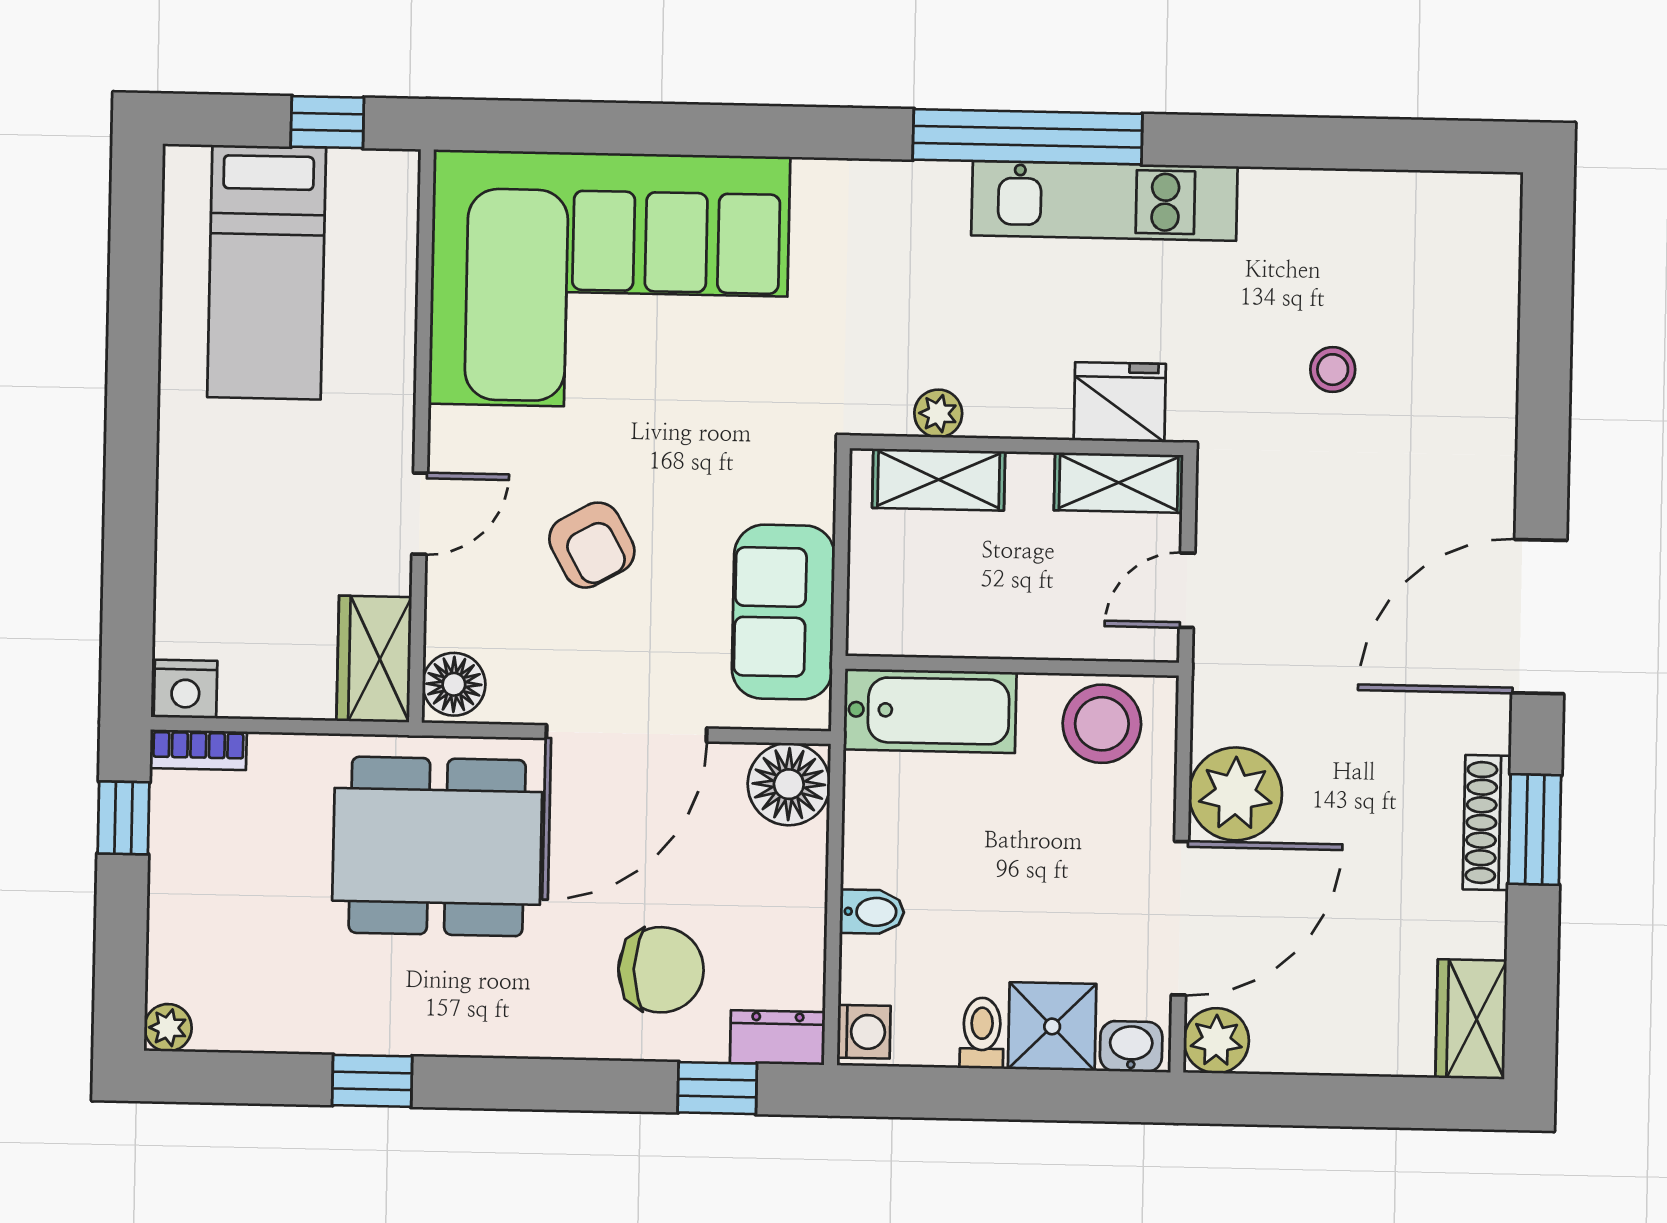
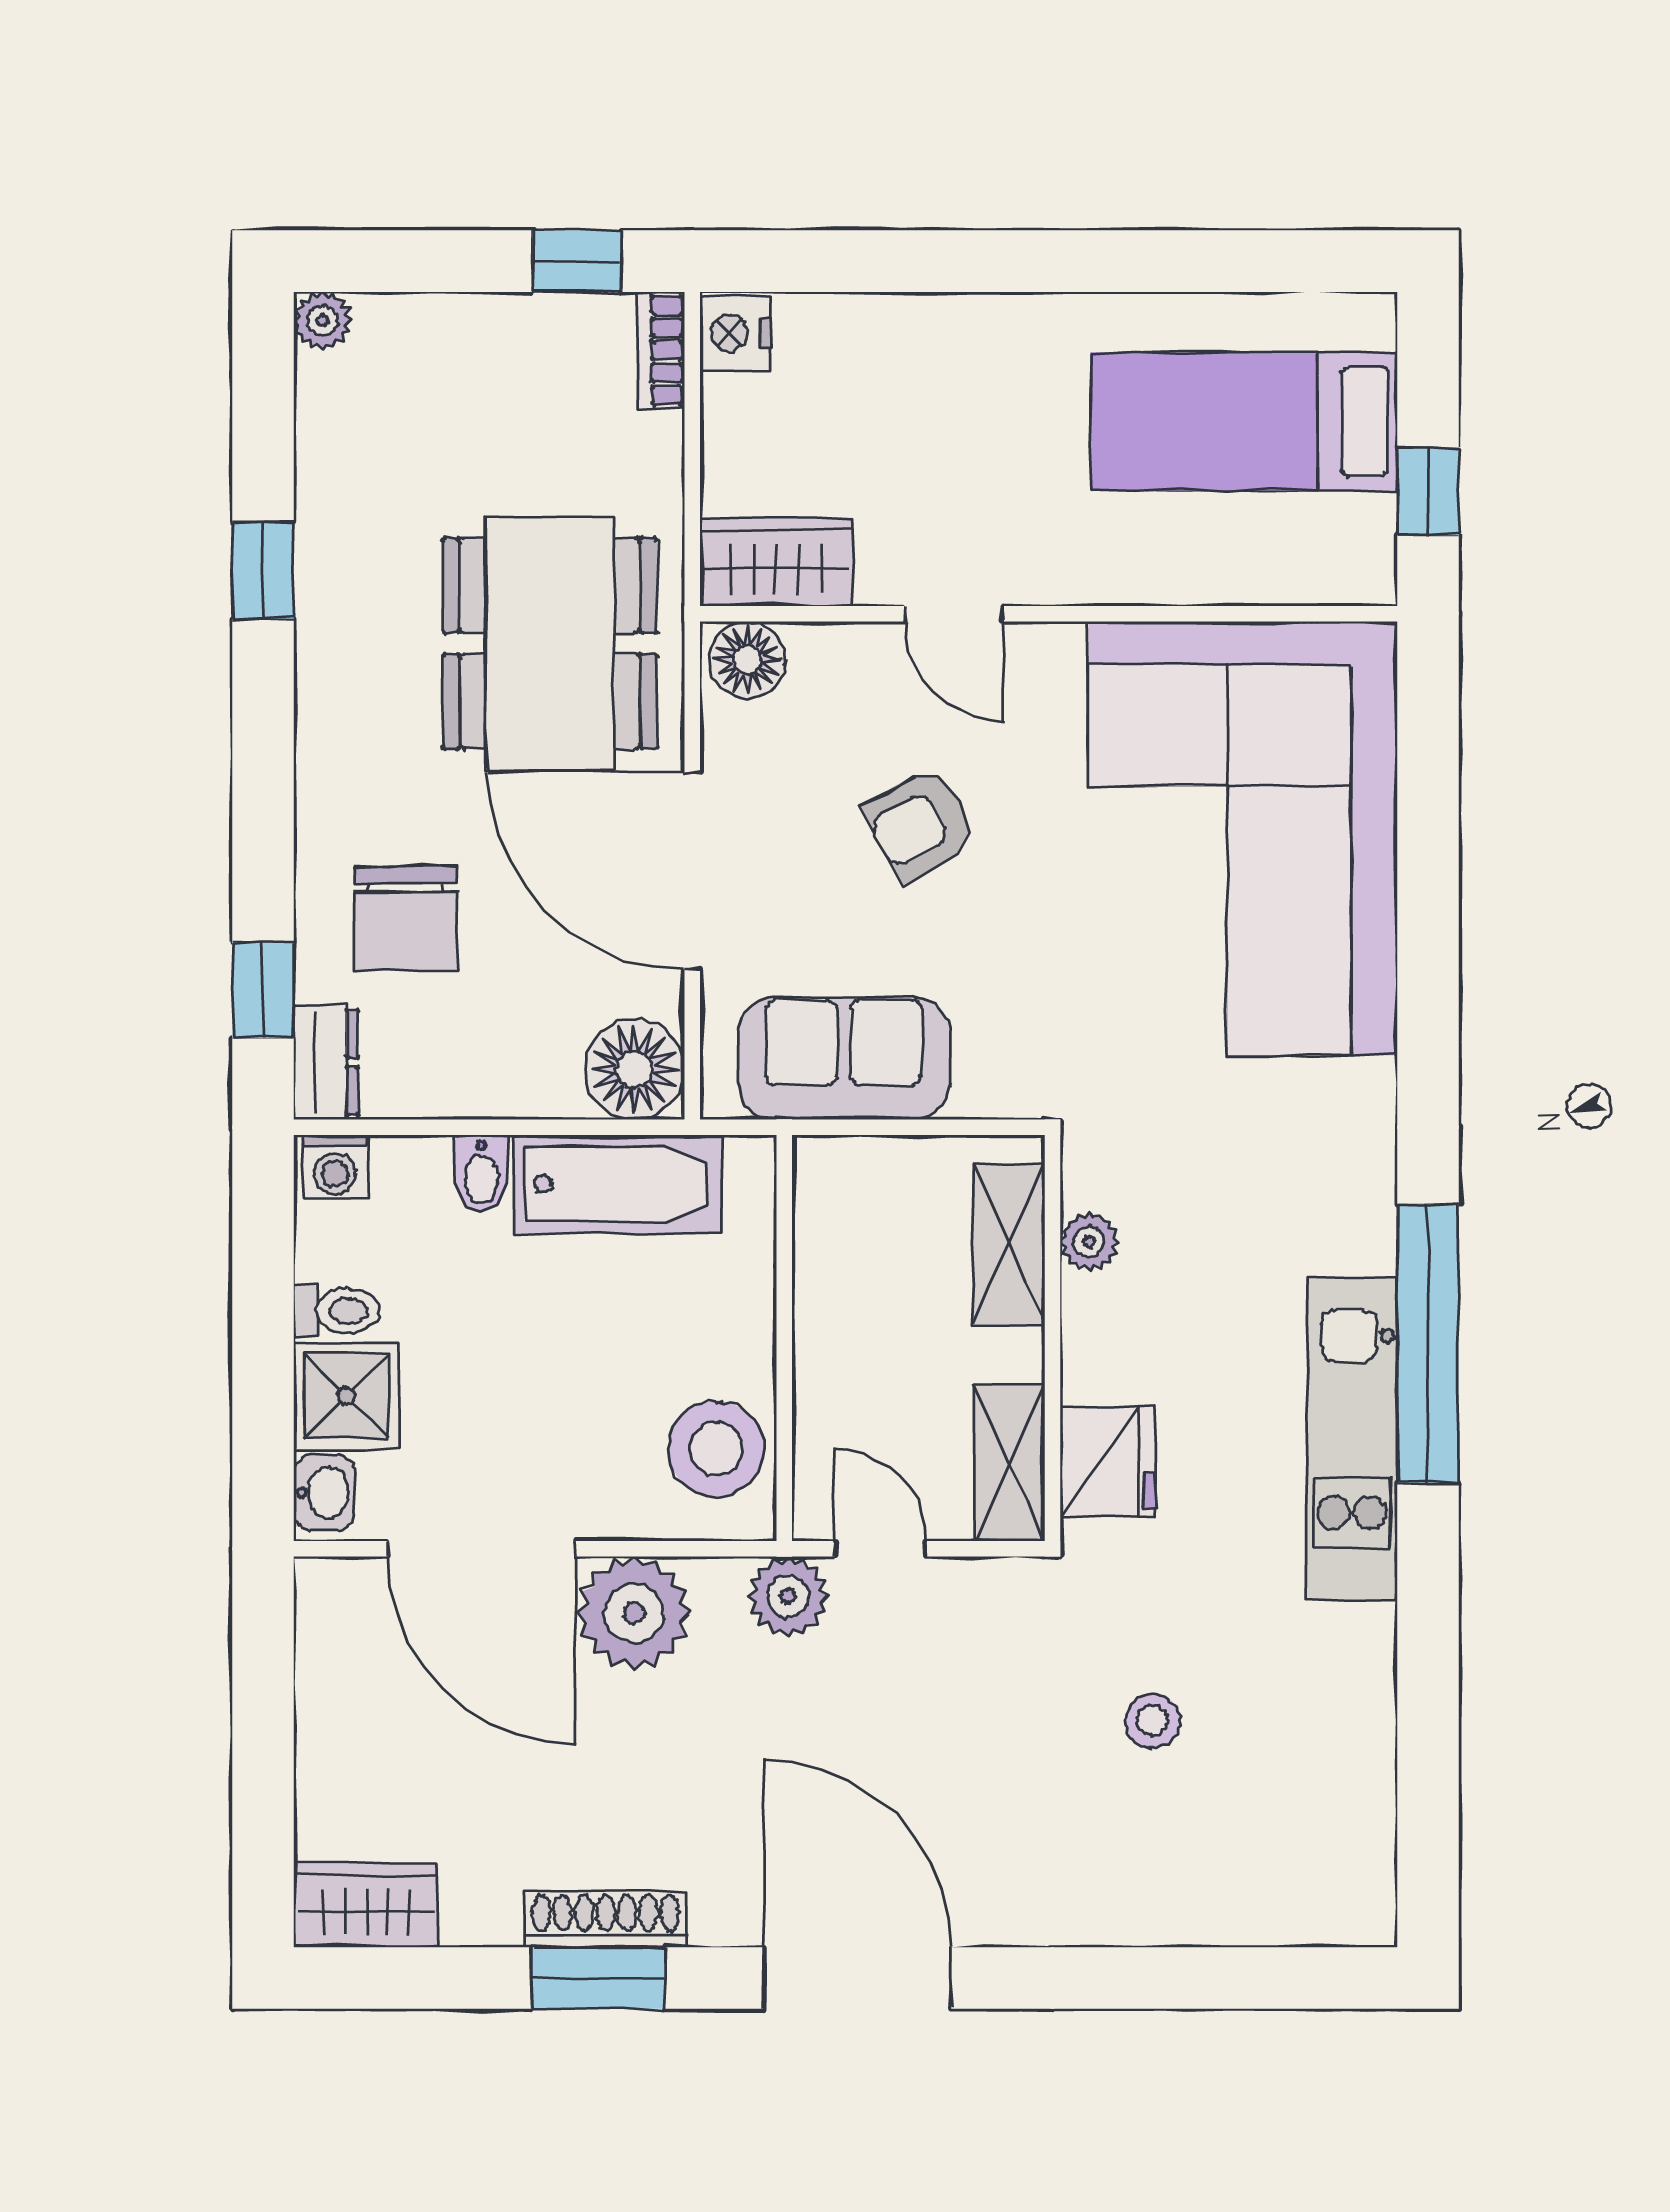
bathtub: (930, 711) -> (618, 1184), moved, turned -90
plant: (1216, 1041) -> (788, 1596), moved

